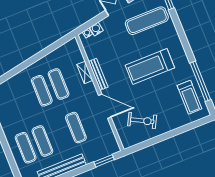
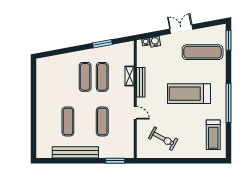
window: (46, 52) -> (102, 44), added
window: (200, 81) -> (228, 103), moved
door: (105, 106) -> (135, 113), width x0.53
exercise mat: (26, 148) -> (51, 121), removed

